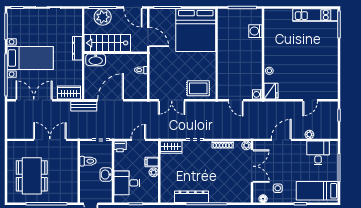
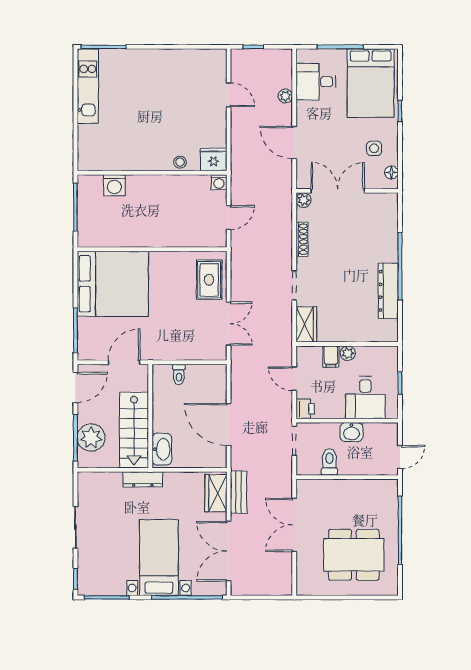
bench: (84, 106) -> (239, 492), moved
bed: (317, 191) -> (371, 83), width x1.50

